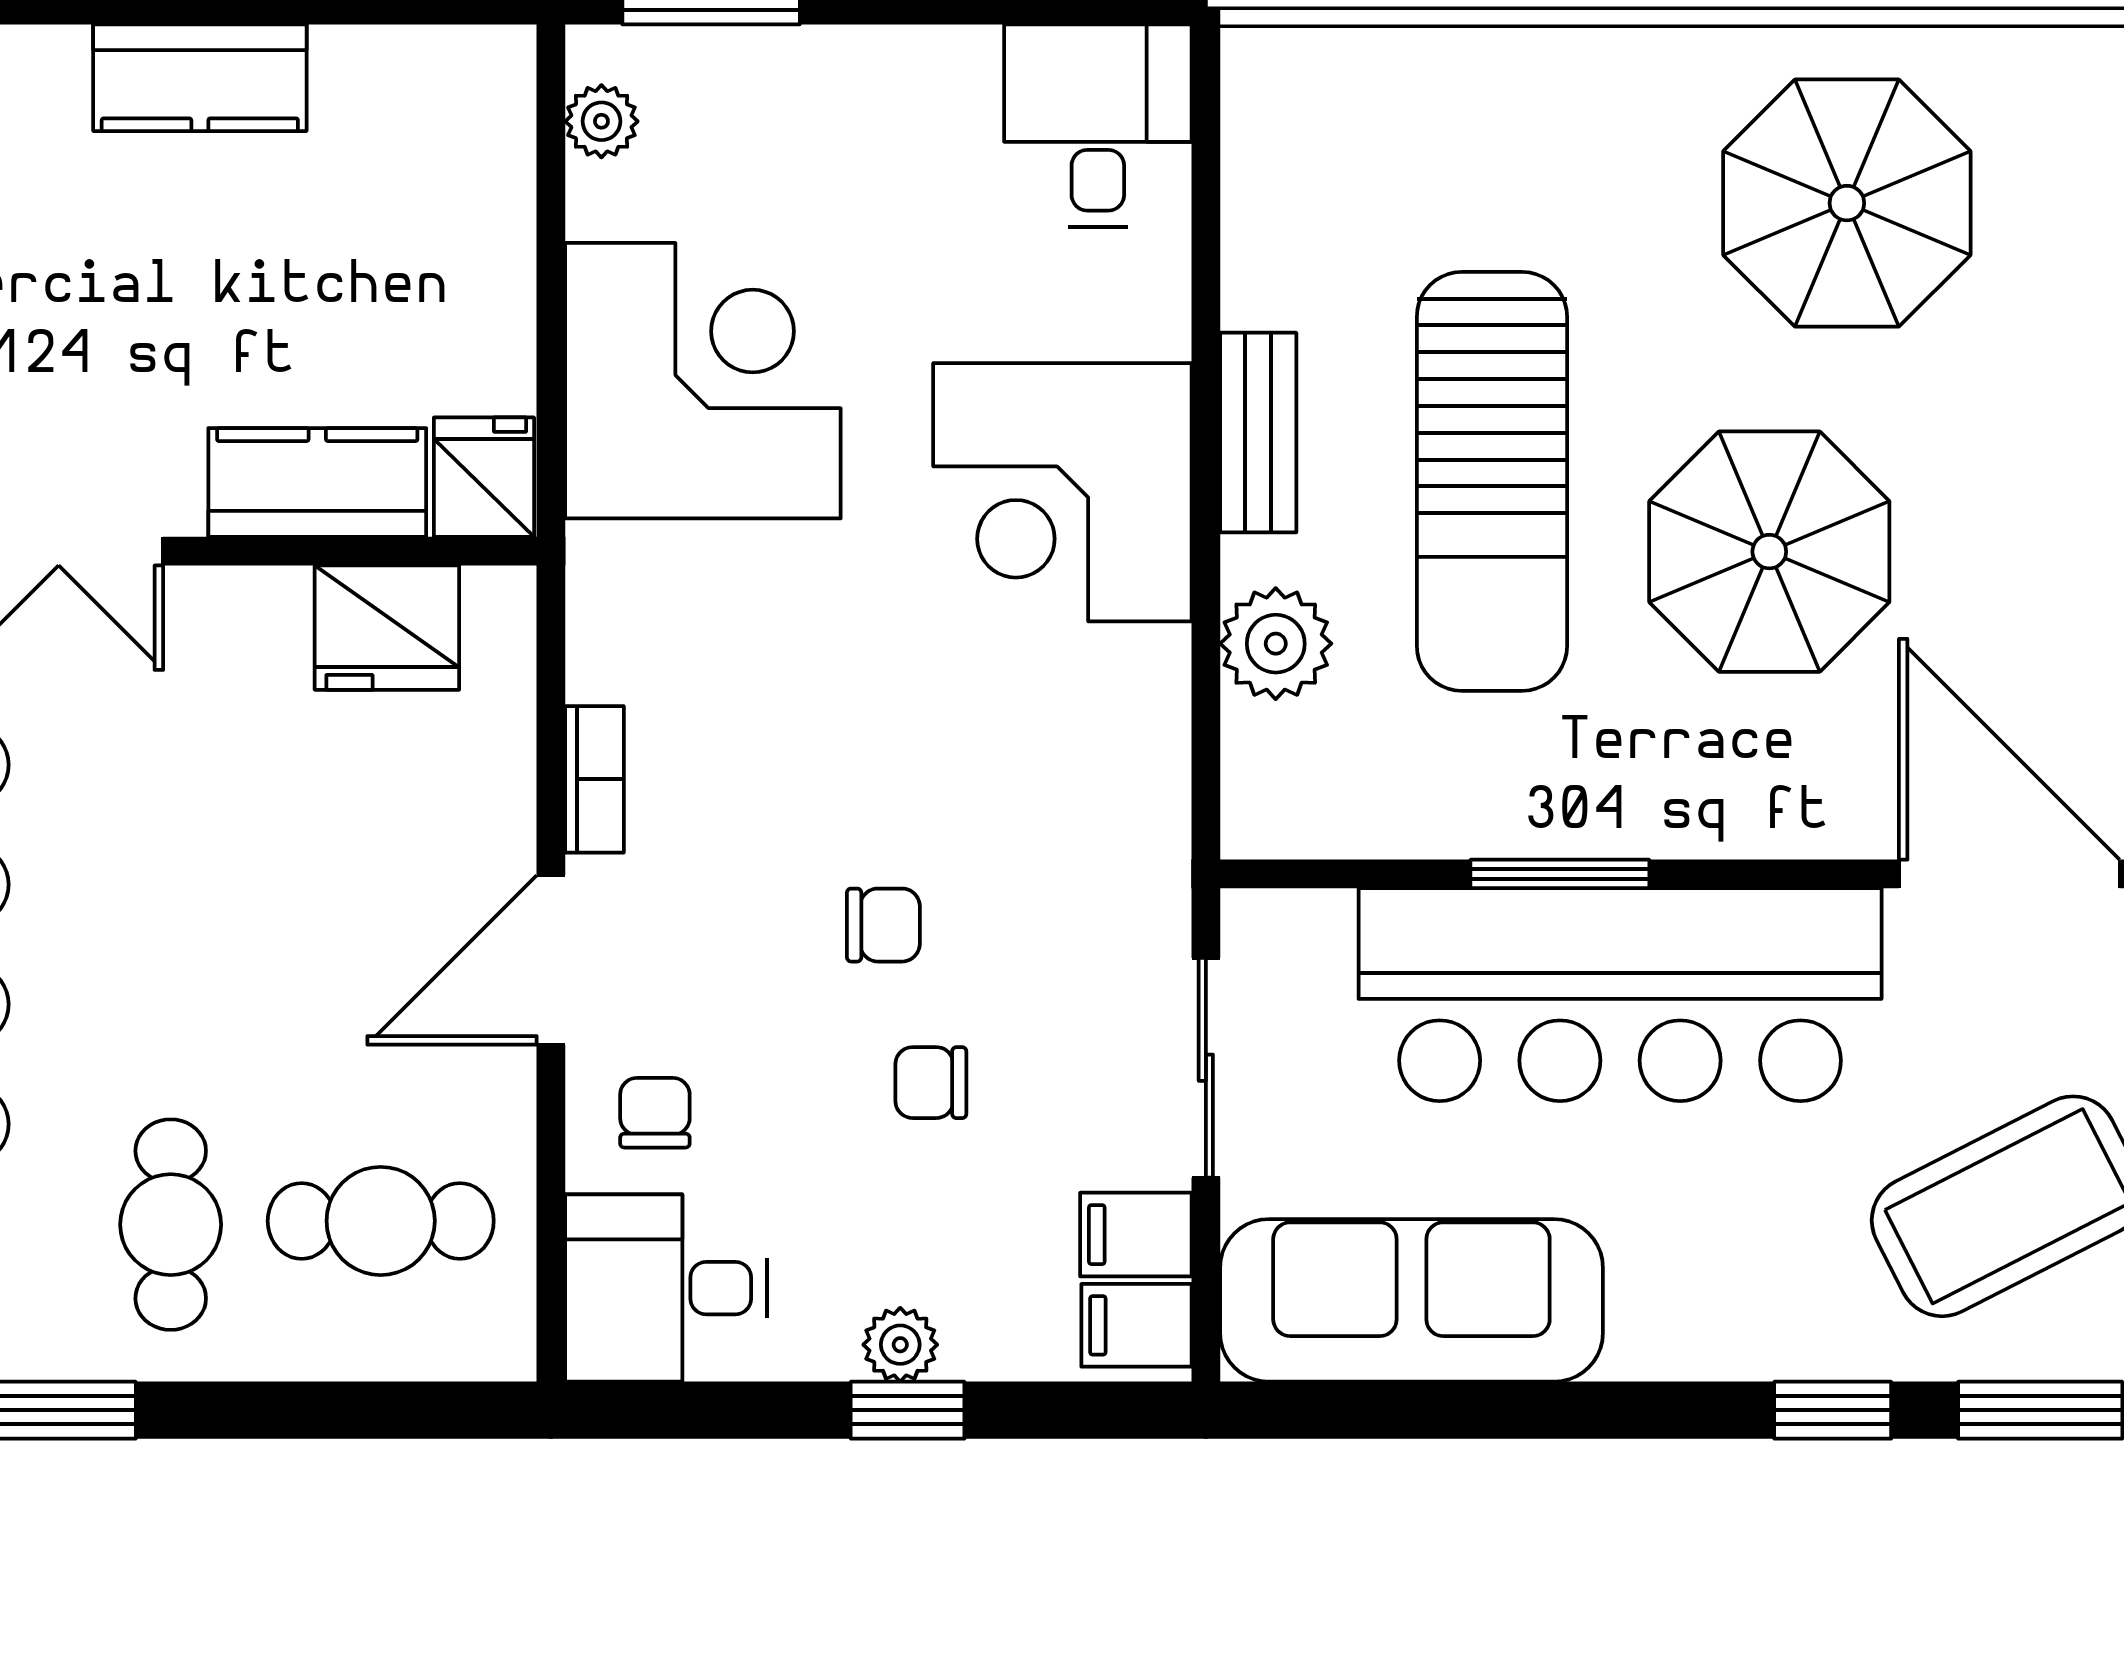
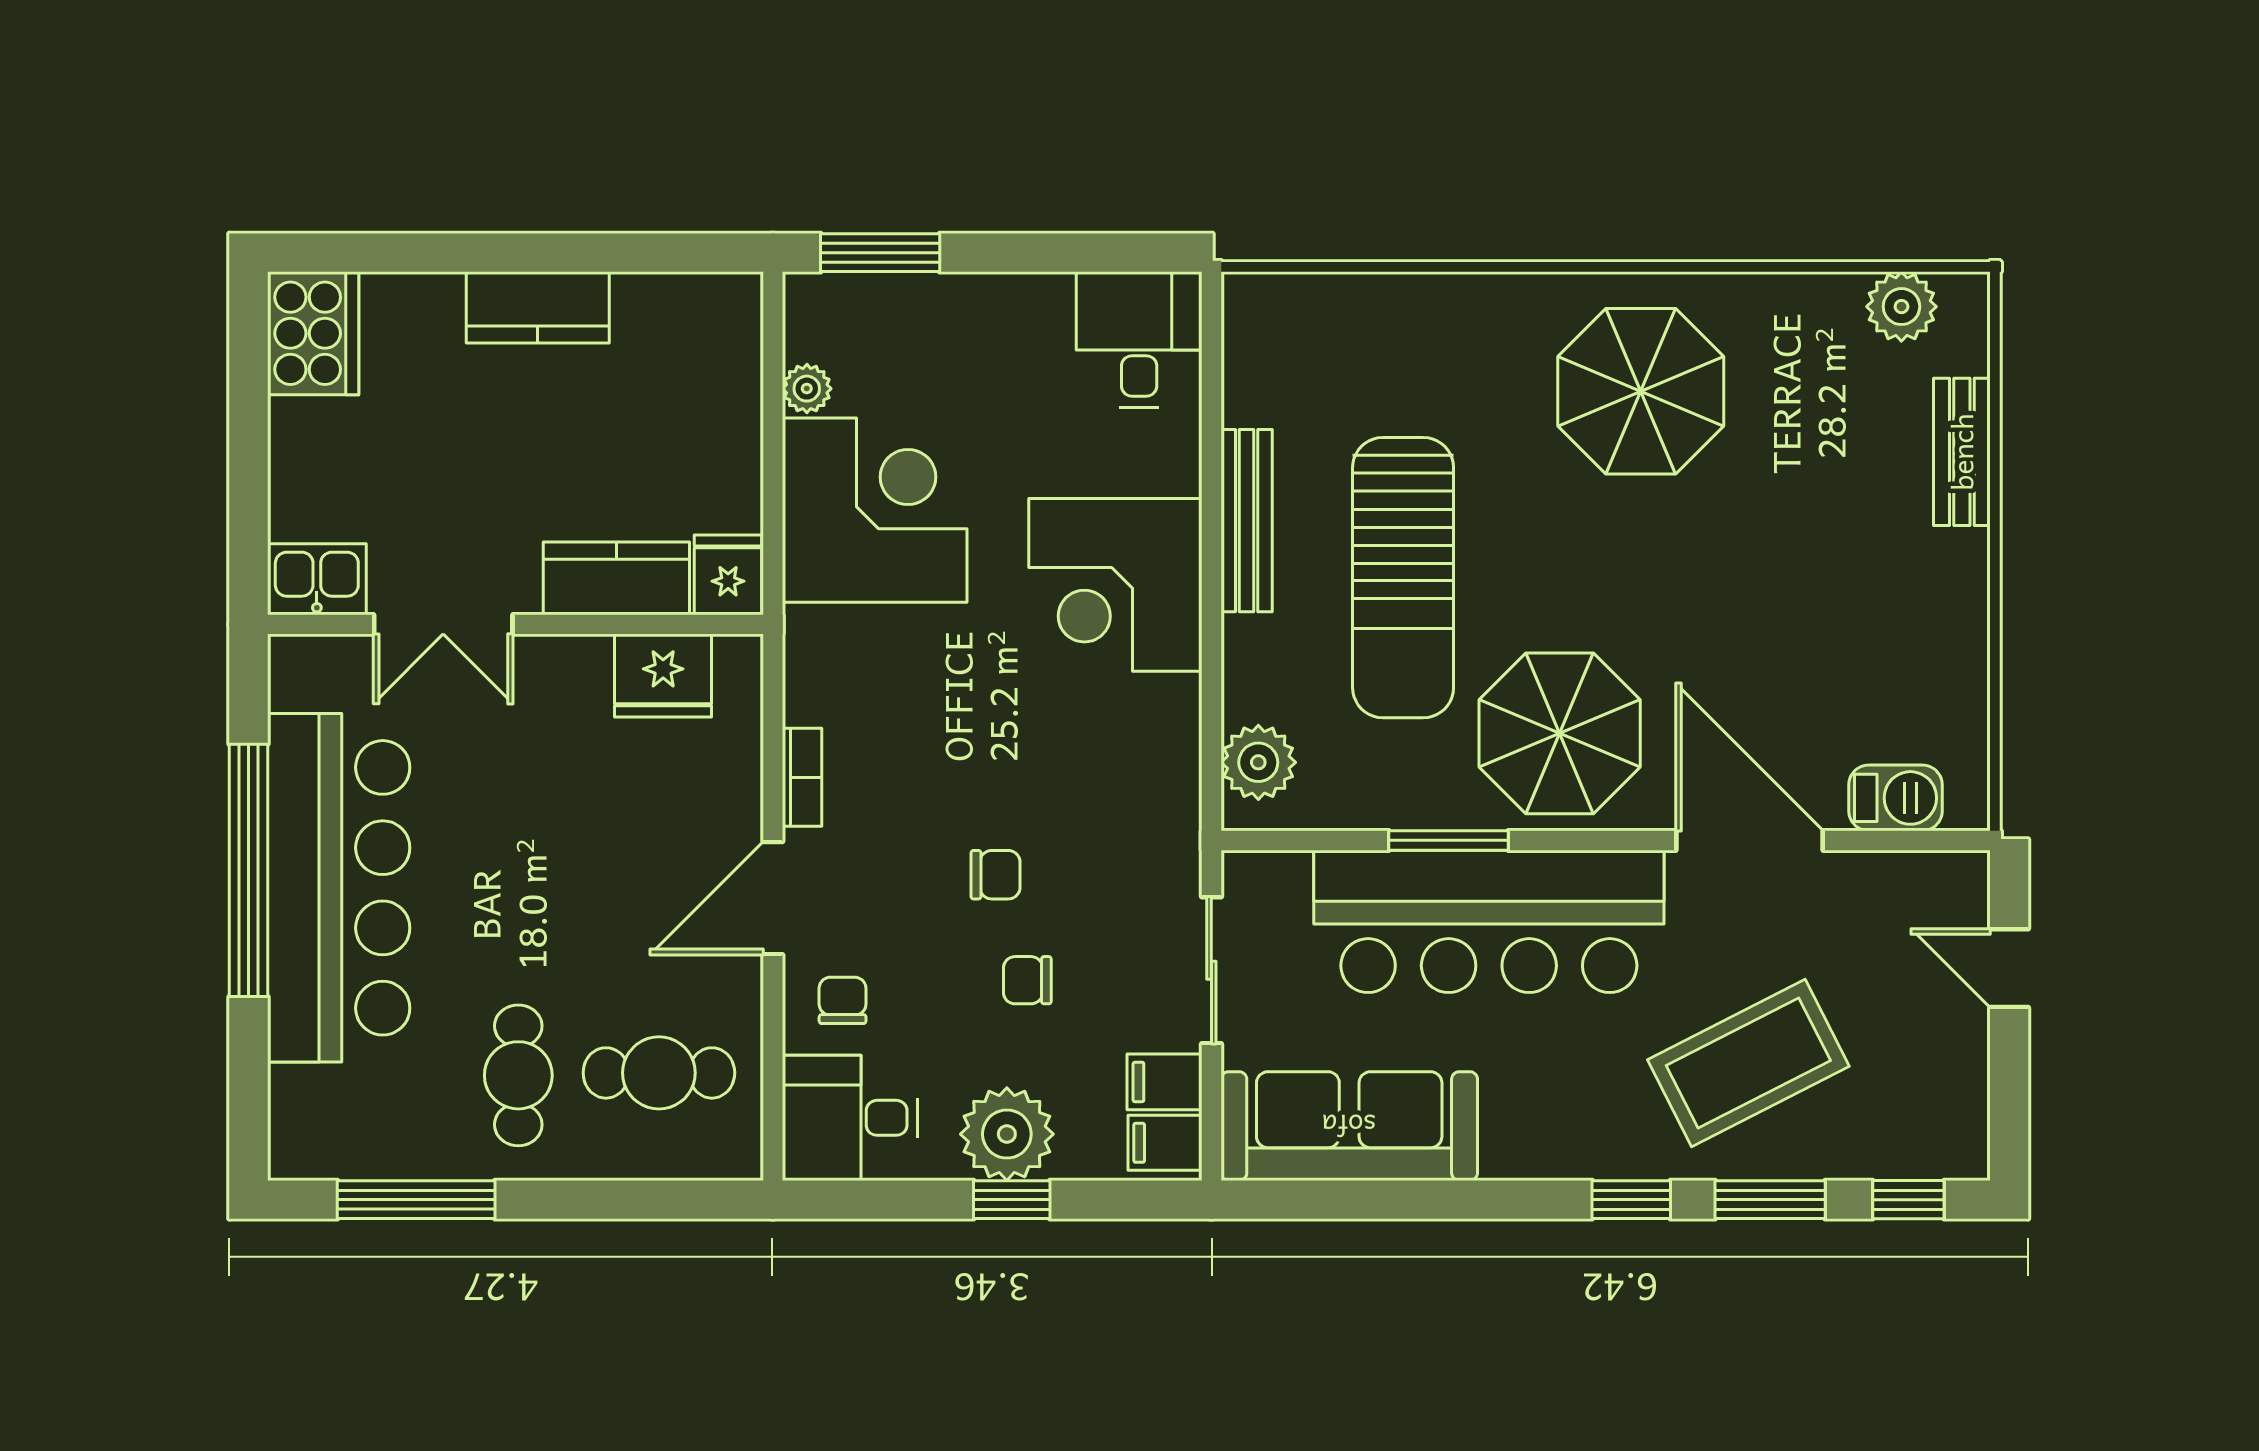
plant: (601, 121) -> (807, 389), moved
bench: (1258, 433) -> (1247, 521), width x1.36
parasol: (1769, 552) -> (1560, 733), moved
plant: (1276, 644) -> (1258, 762), moved
plant: (900, 1345) -> (1007, 1134), width x1.88, depth x1.88

